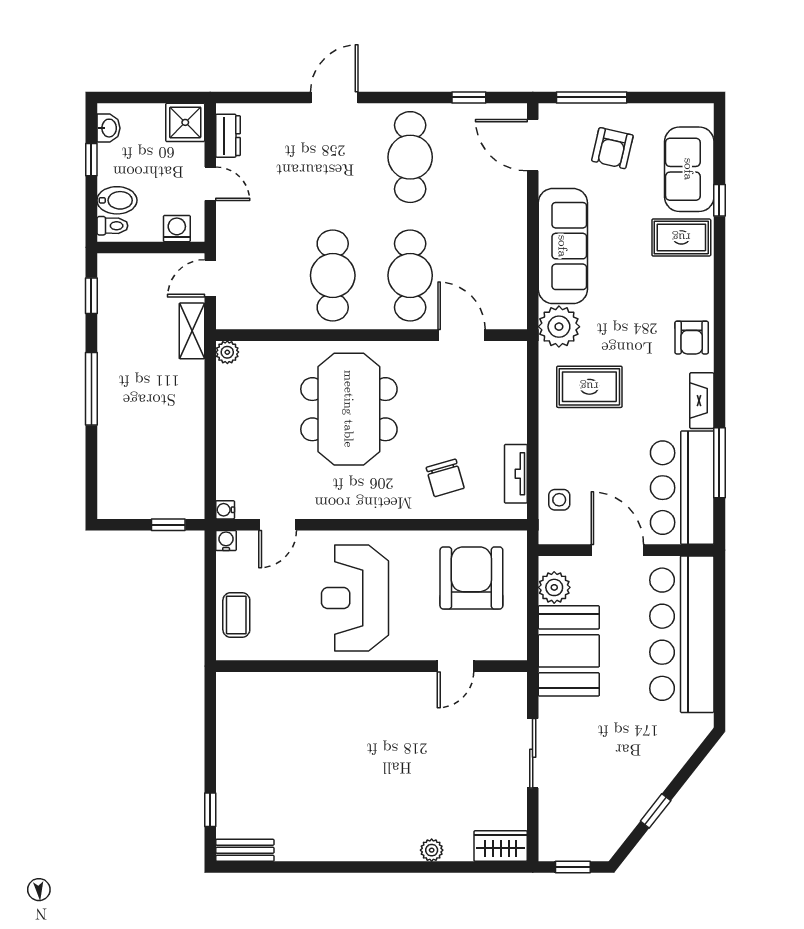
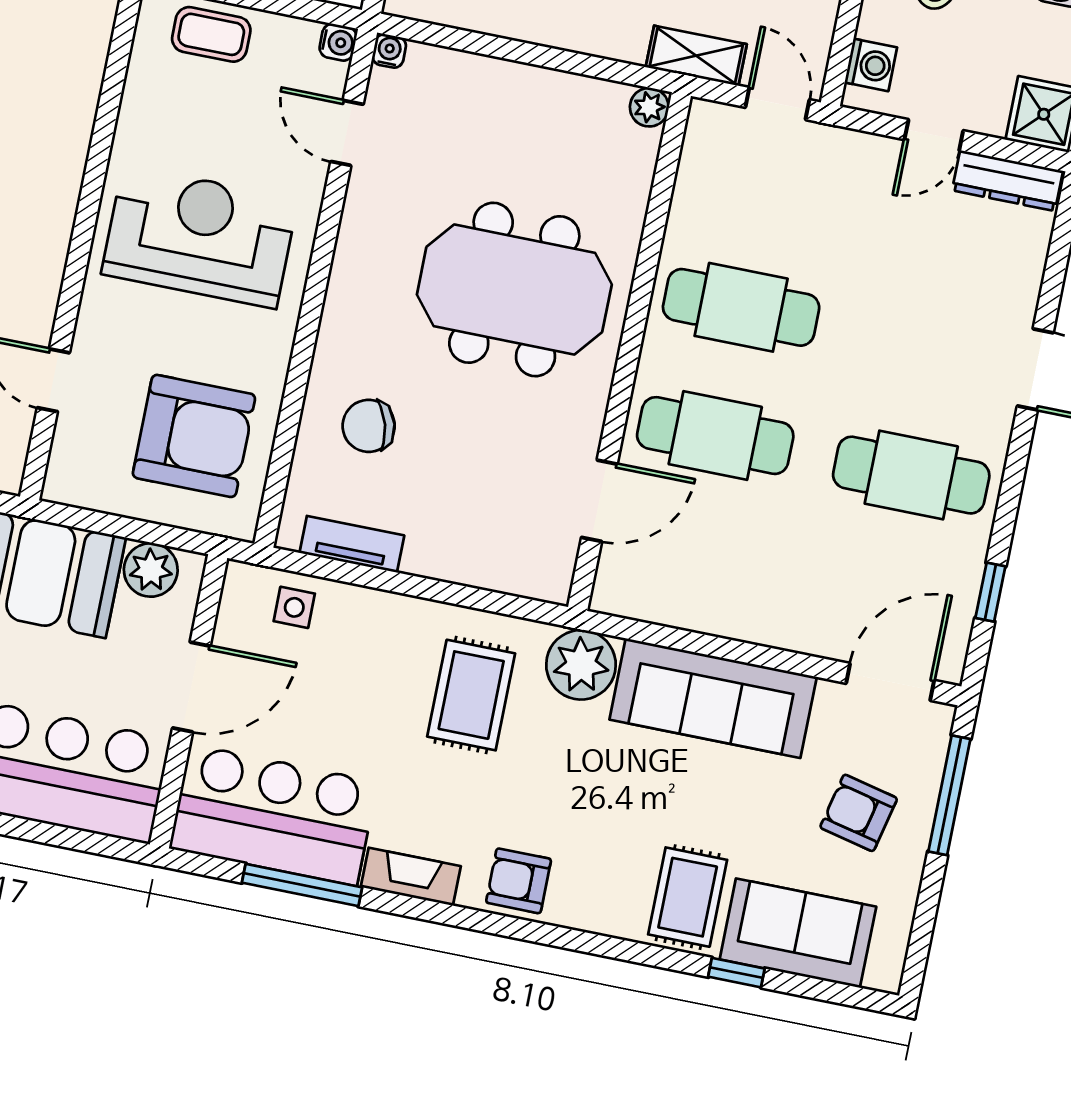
dresser: (228, 136) -> (1008, 181), width x1.44

